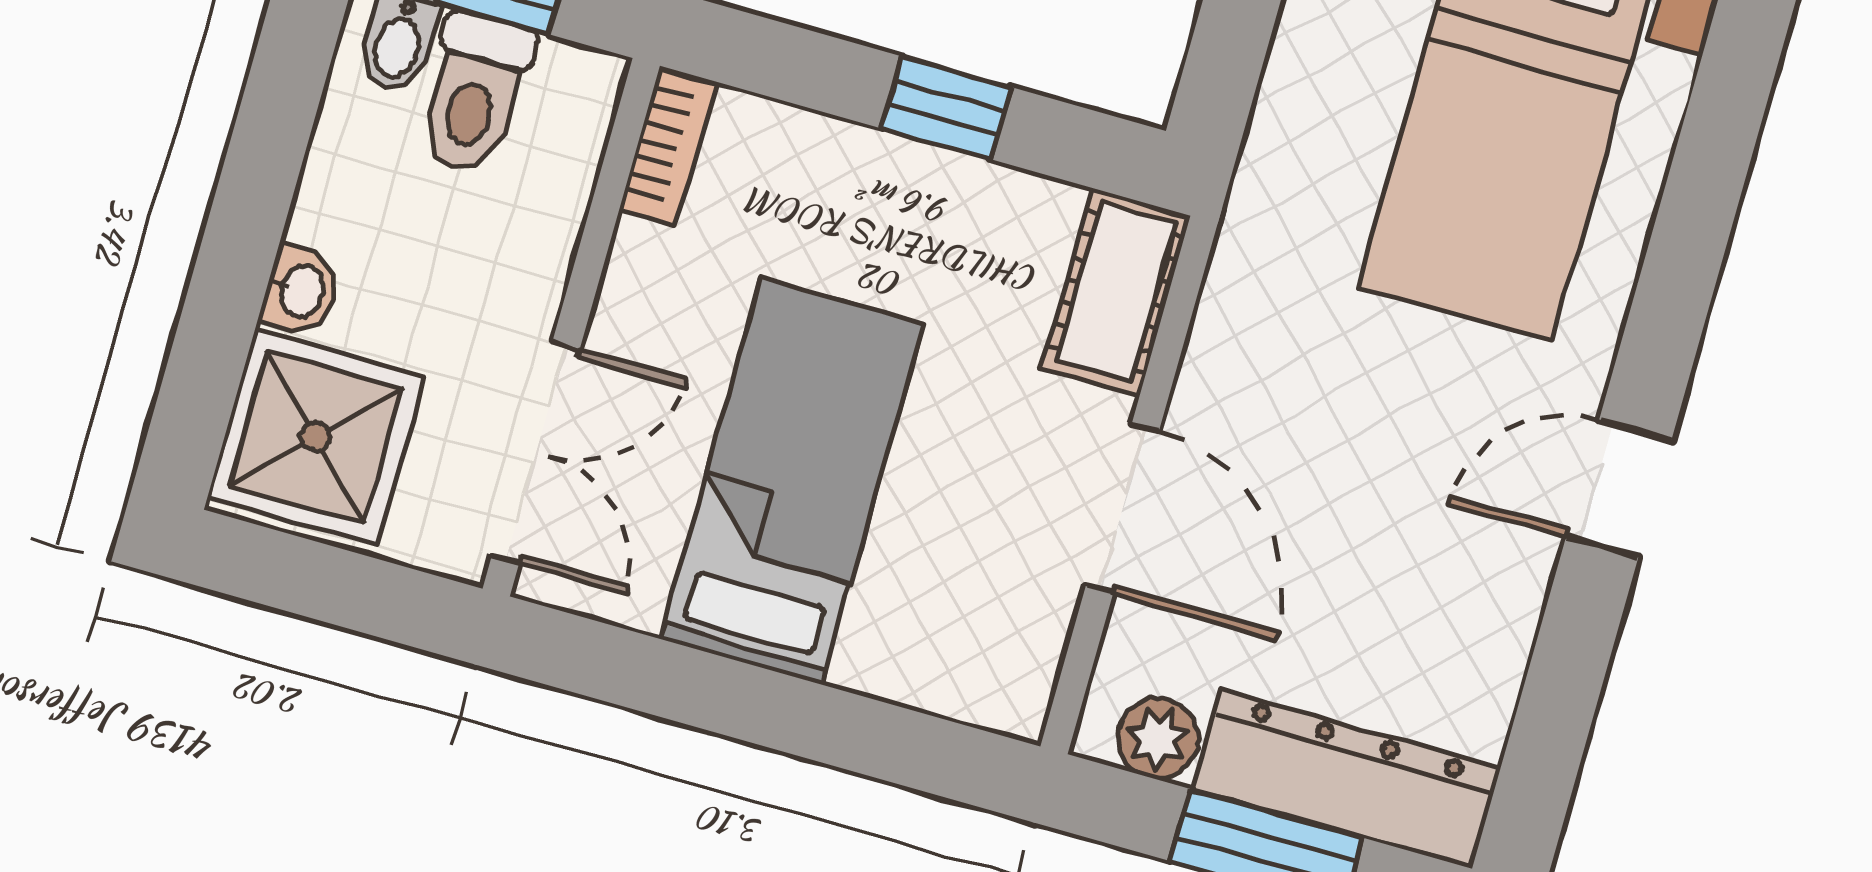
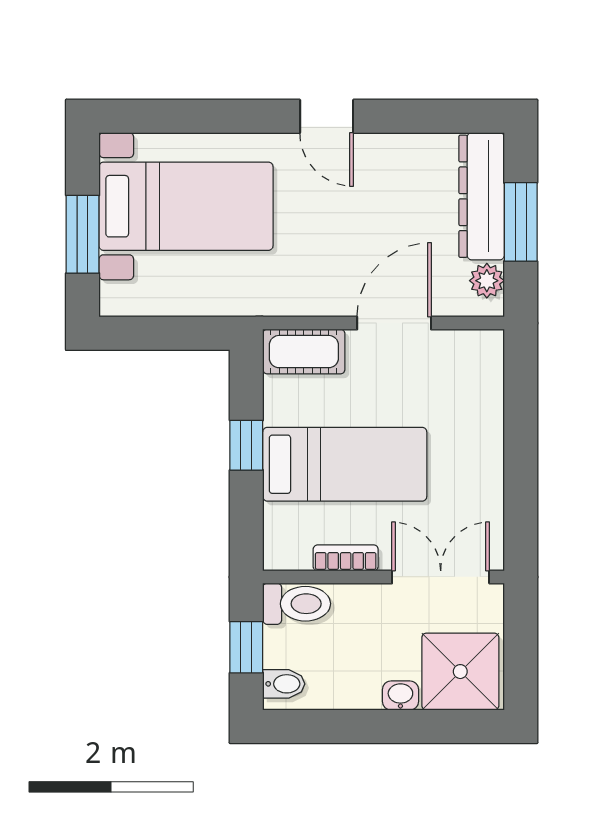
toilet: (474, 94) -> (297, 604), moved
bookcase: (668, 147) -> (346, 558), moved
bed: (792, 482) -> (345, 464), moved, turned 180

